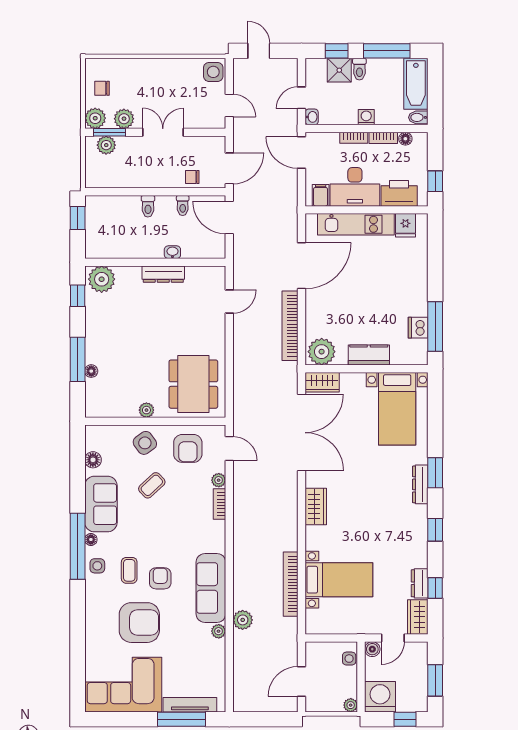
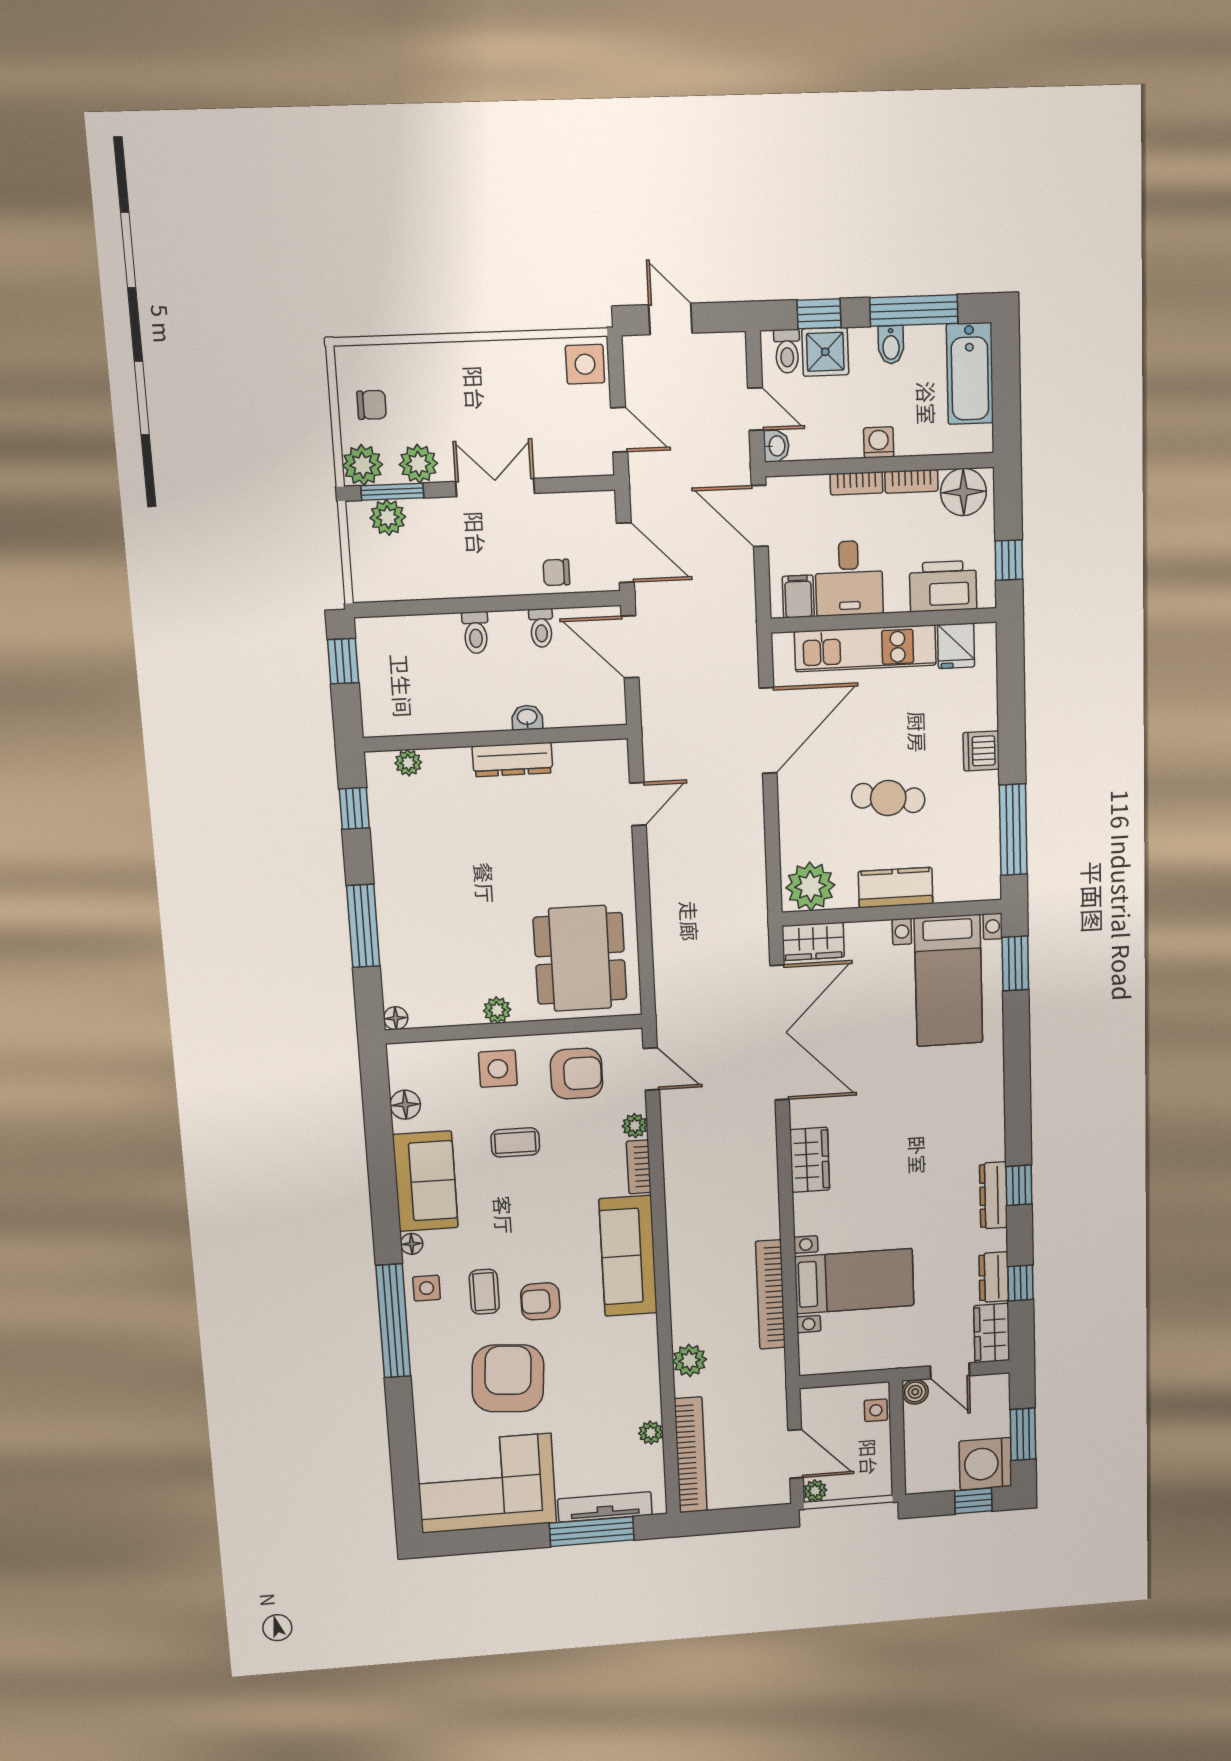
toilet: (359, 69) -> (787, 351), moved
chair: (102, 88) -> (372, 405), turned 180
door: (302, 98) -> (756, 409), swing flipped
bidet: (418, 117) -> (891, 345), moved, turned -90
floor lamp: (405, 139) -> (963, 492), width x1.89, depth x1.89
door: (229, 168) -> (625, 553), hinge flipped
desk: (355, 187) -> (849, 578), width x0.73
plant: (102, 279) -> (408, 763), width x0.53, depth x0.53
cafe table: (366, 305) -> (888, 798), added
bookcase: (290, 326) -> (691, 1455), moved, turned 180
dishwasher: (418, 328) -> (981, 751), moved
floor lamp: (91, 371) -> (396, 1018), moved
side table: (145, 443) -> (498, 1069), turned 36
armchair: (188, 448) -> (577, 1074), turned -90
window: (435, 473) -> (1015, 963), moved
dresser: (420, 484) -> (993, 1195), moved
coffee table: (152, 485) -> (515, 1142), turned 43
window: (78, 546) -> (393, 1321), moved
armchair: (160, 578) -> (540, 1301), turned -90
sofa: (211, 588) -> (628, 1256), moved
armchair: (139, 623) -> (508, 1378), turned -86
plant: (219, 631) -> (651, 1433), moved
door: (393, 638) -> (950, 1371), hinge flipped
door: (302, 681) -> (796, 1454), swing flipped
washing machine: (380, 697) -> (985, 1464), moved, turned -90
plant: (351, 705) -> (815, 1491), moved

